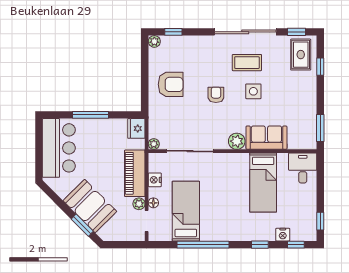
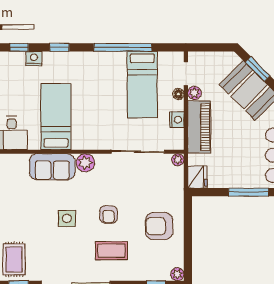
coffee table: (247, 63) -> (111, 251), moved

